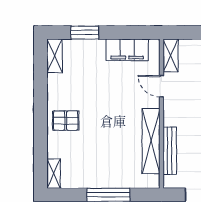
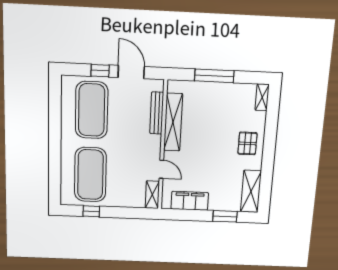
shelving: (55, 56) -> (251, 191), width x1.50, depth x1.33
pallet: (66, 121) -> (247, 143), turned 90

